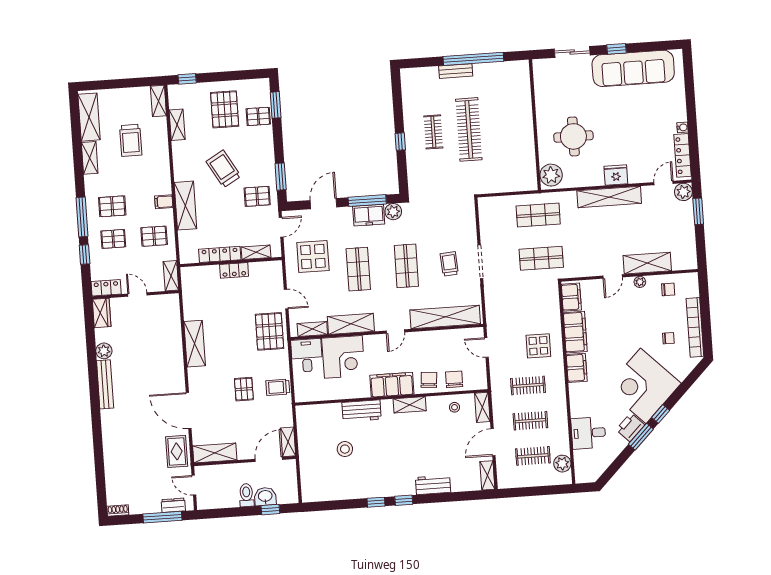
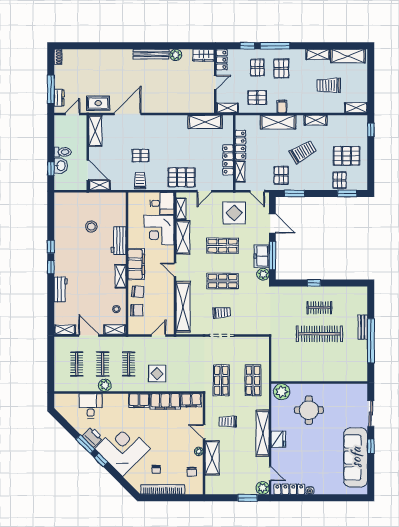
shelving: (177, 125) -> (316, 120), moved
pallet: (154, 236) -> (257, 98), turned 90
trolley: (597, 245) -> (228, 422), added
locker: (234, 270) -> (228, 160), width x1.53
shelving: (195, 344) -> (205, 122), moved
plant: (562, 464) -> (105, 385), moved

